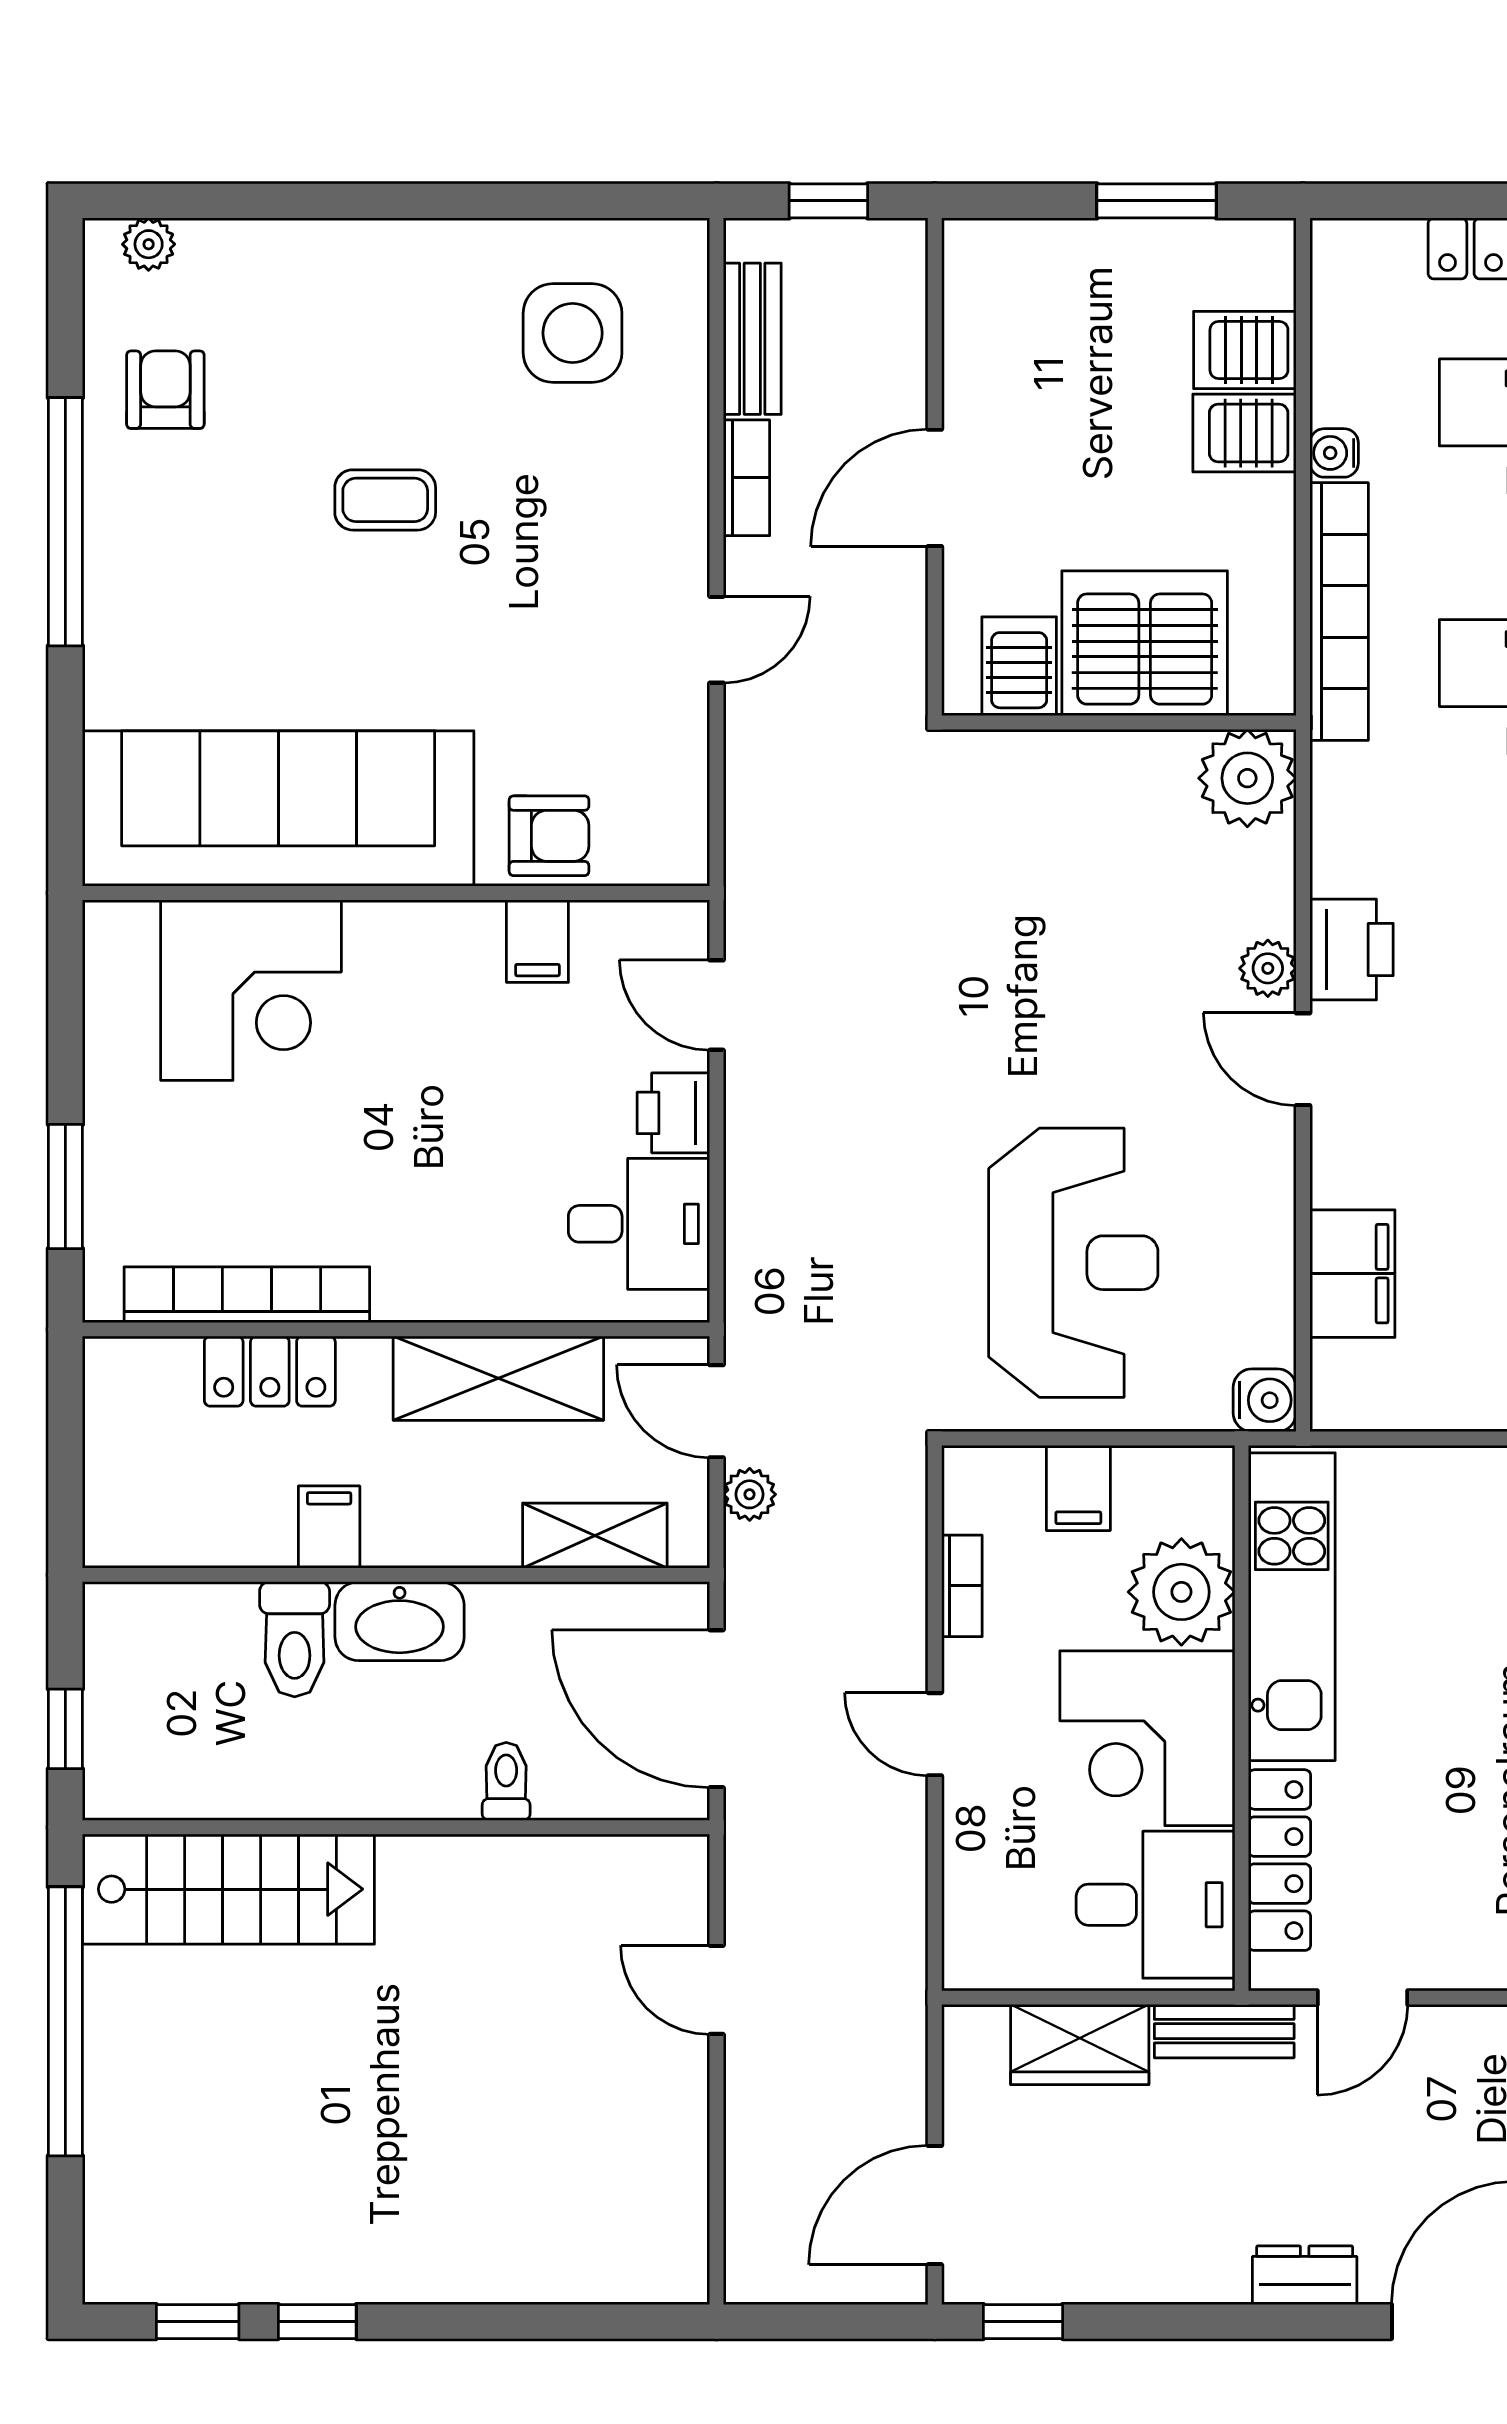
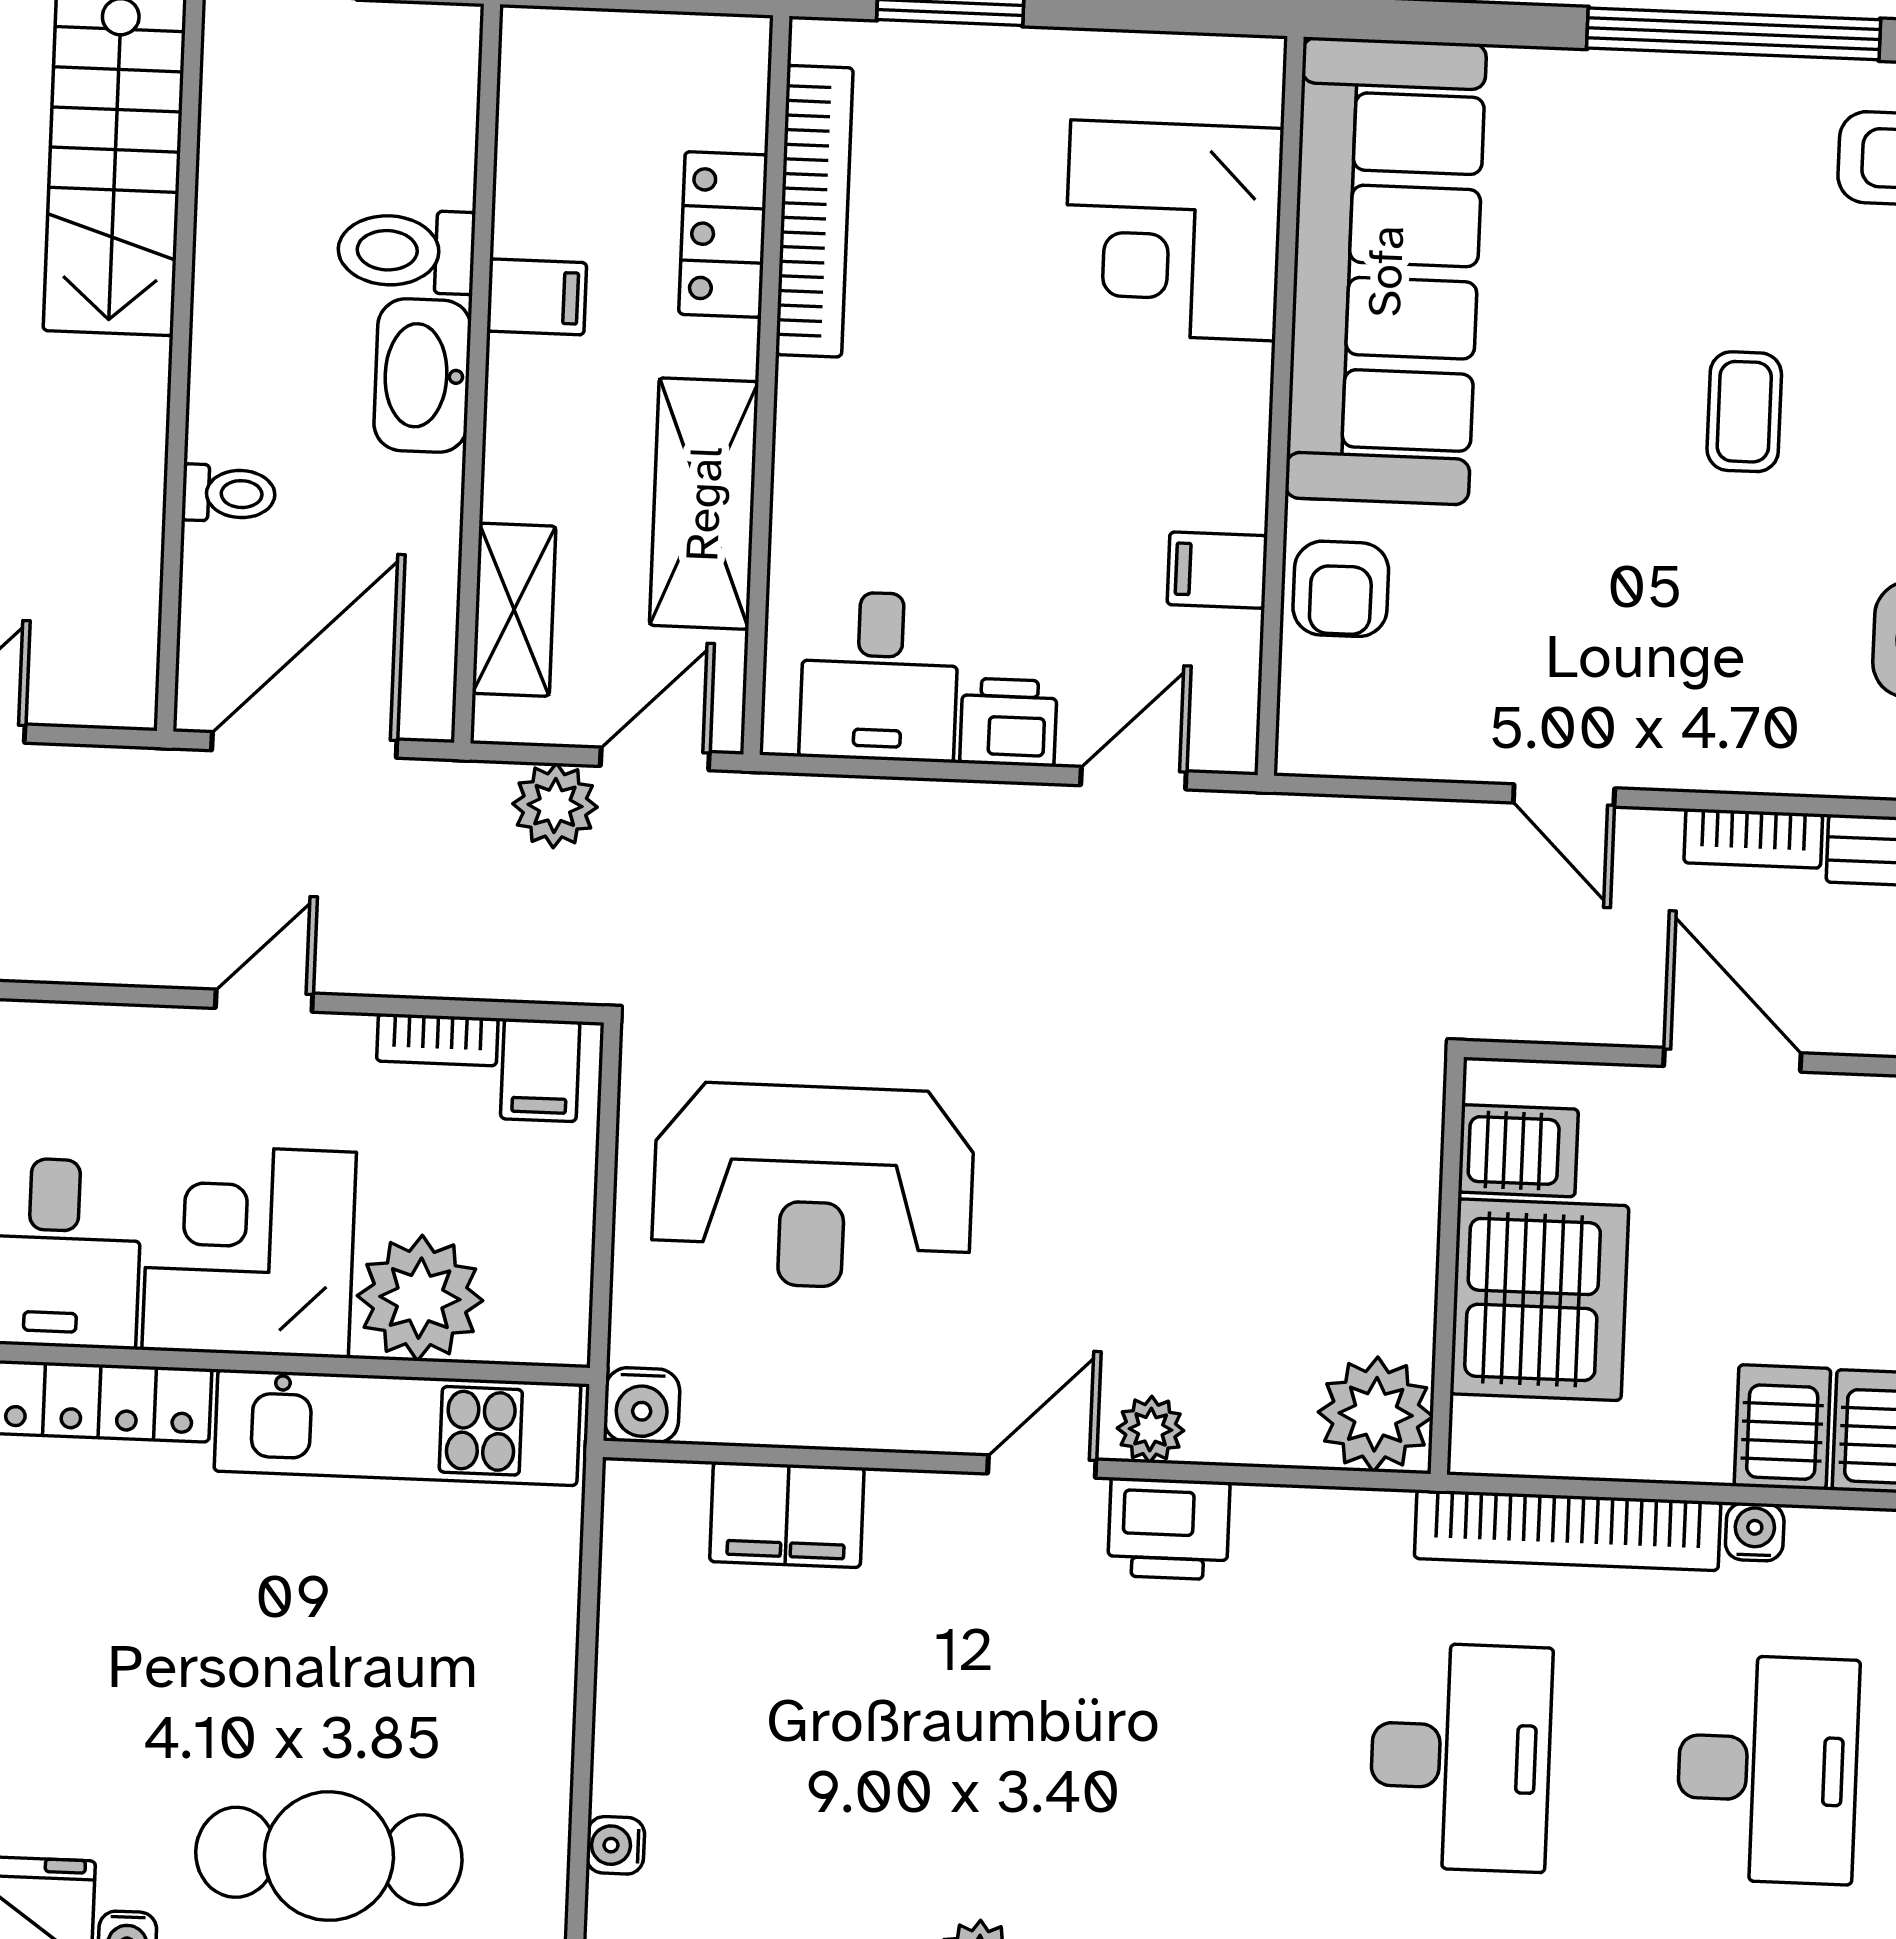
filing cabinet: (1078, 1488) -> (540, 1070), moved, turned -90
plant: (750, 1494) -> (555, 805), width x1.38, depth x1.38

